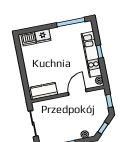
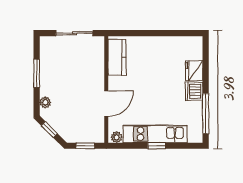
dishwasher: (29, 39) -> (194, 91), moved
door: (77, 92) -> (106, 104), hinge flipped

